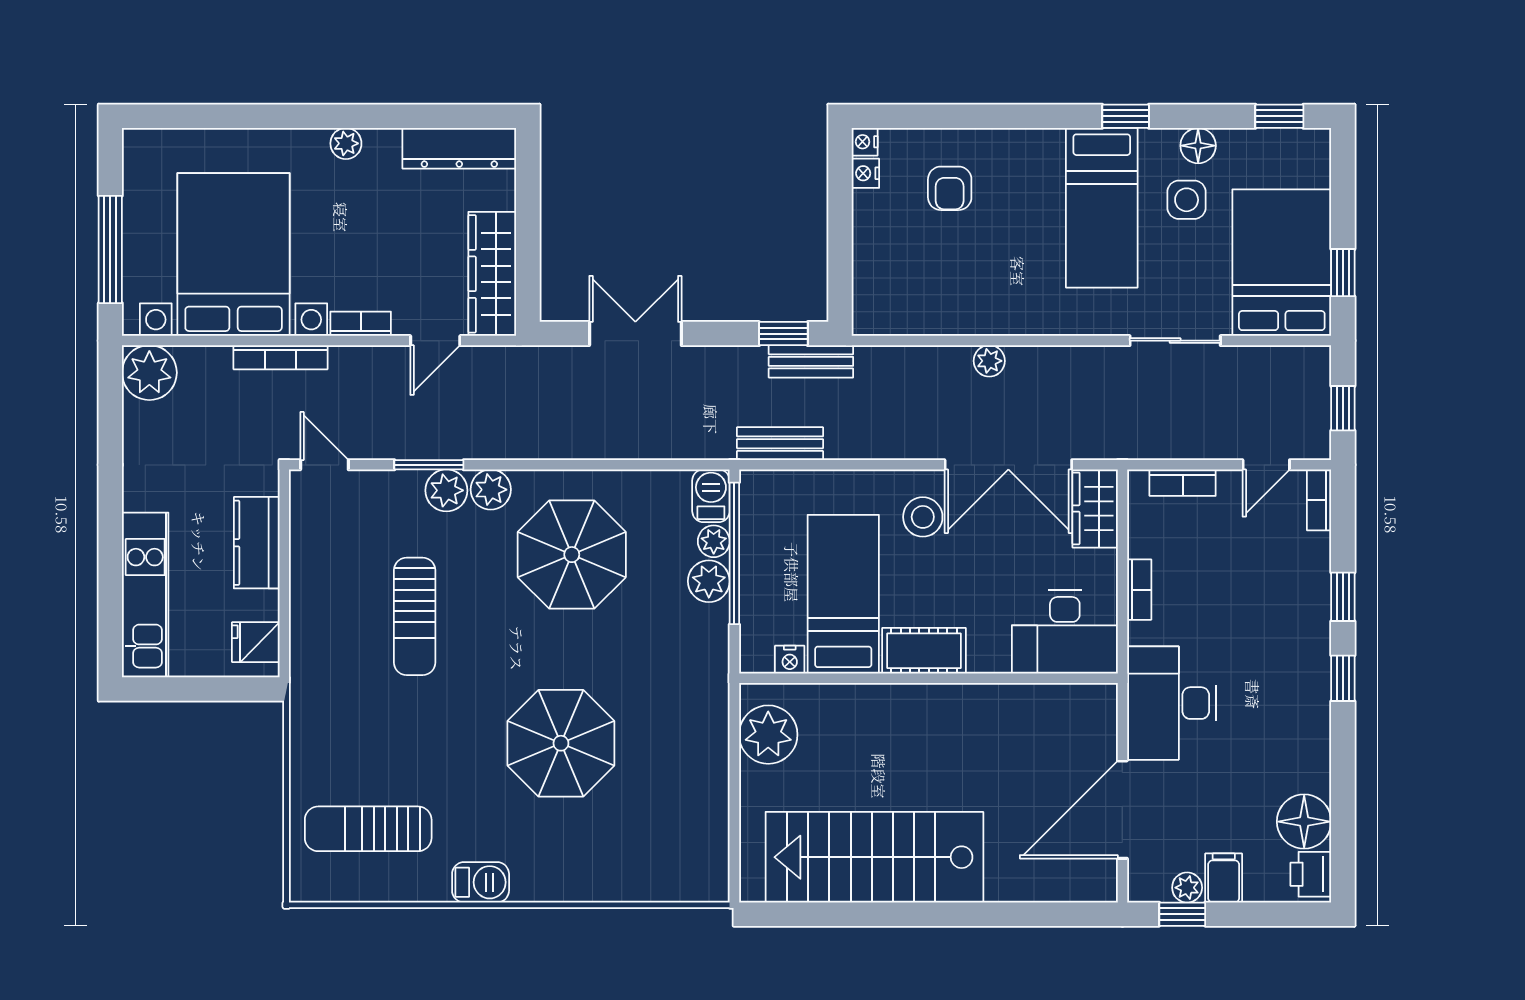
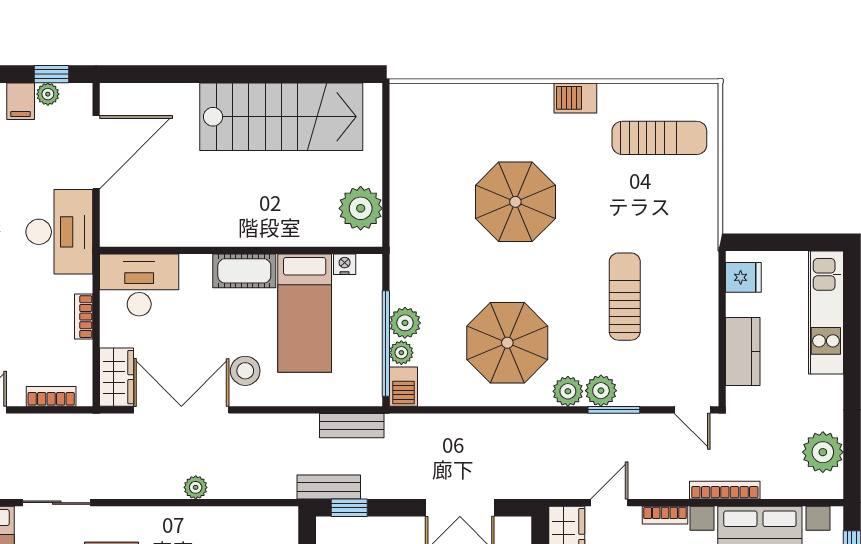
plant: (149, 373) -> (823, 452), moved

